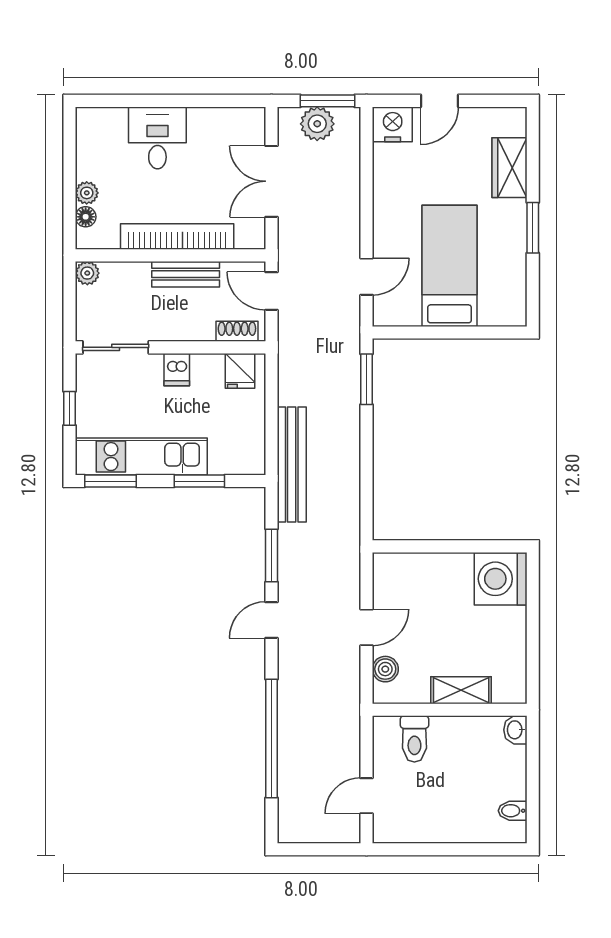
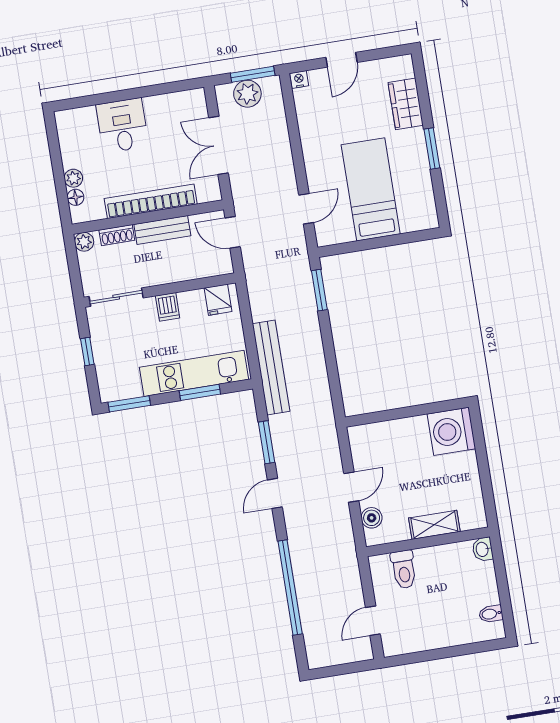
nightstand: (393, 124) -> (299, 79), width x0.53, depth x0.56
shoe rack: (237, 331) -> (117, 235), moved, turned 180
kitchen unit: (141, 457) -> (194, 373), moved

